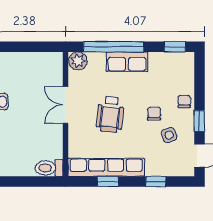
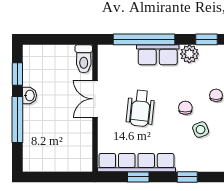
plant: (78, 61) -> (189, 54), moved
toilet: (49, 168) -> (84, 59), moved, turned -90

